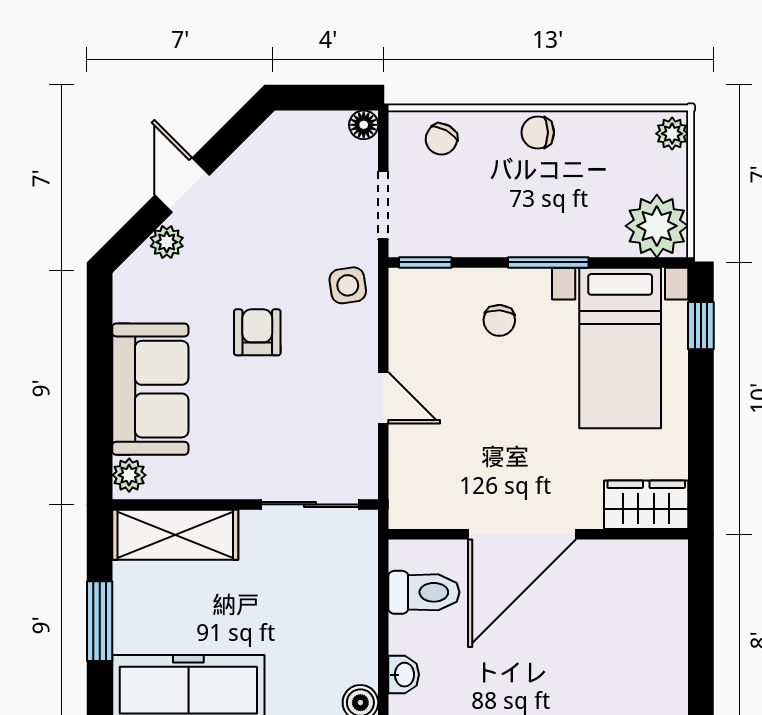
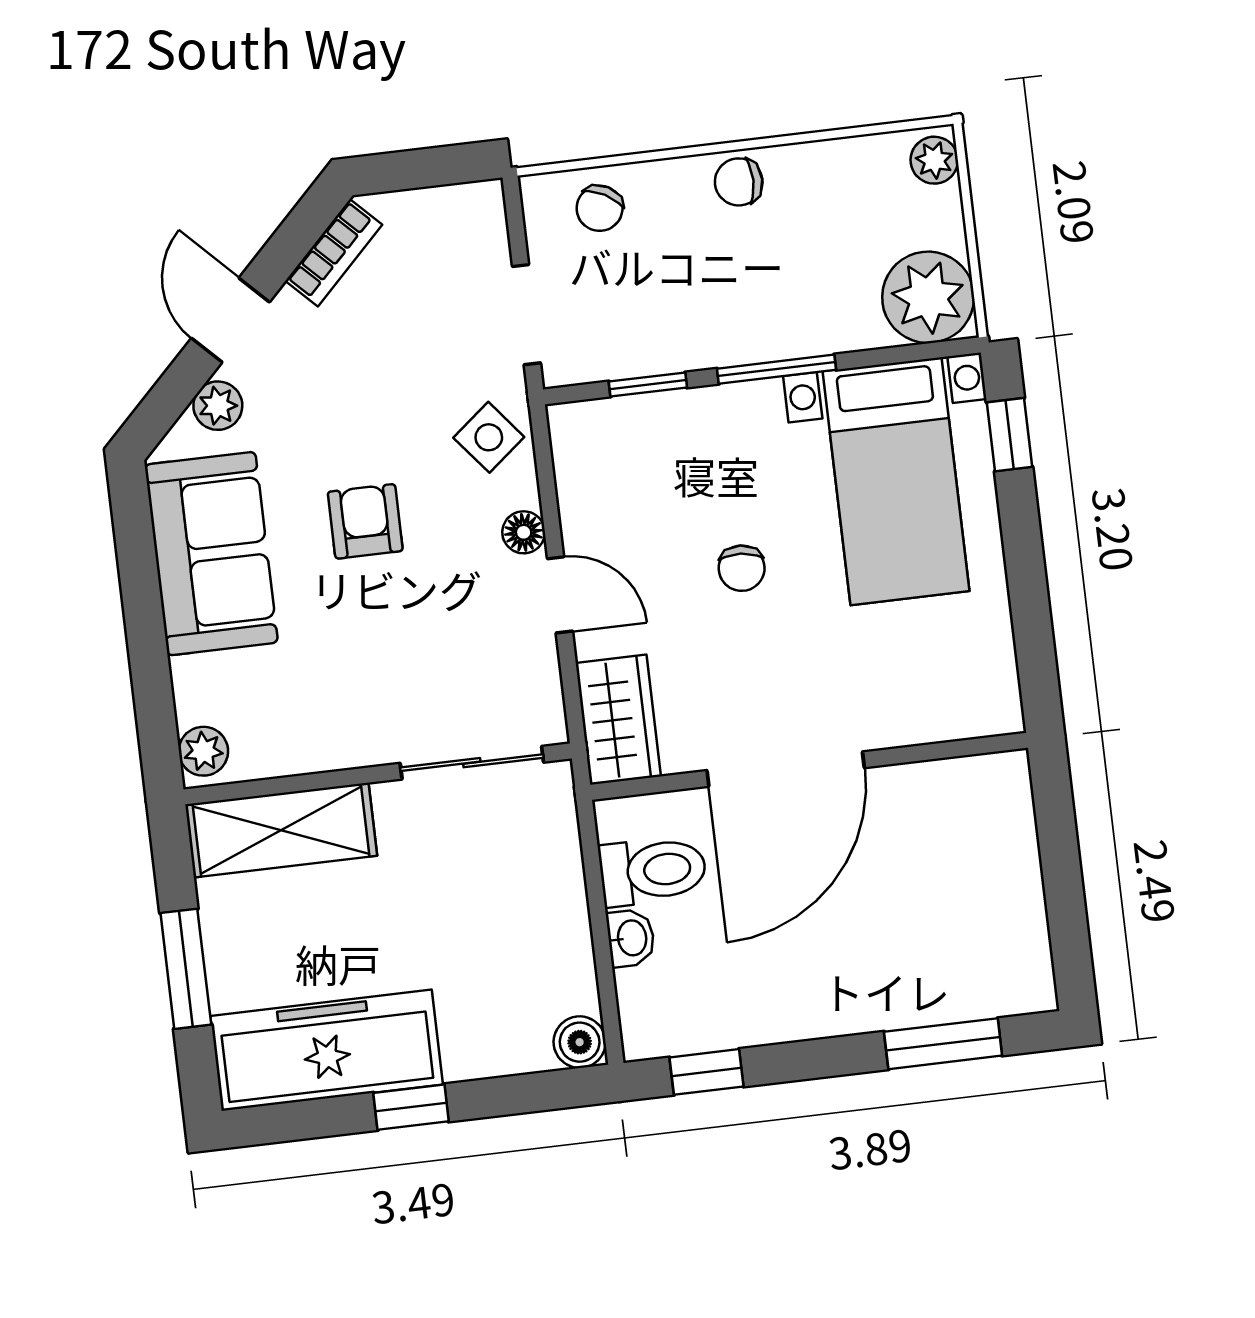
floor lamp: (364, 125) -> (524, 532), moved
bookcase: (258, 148) -> (334, 253), added
window: (425, 262) -> (648, 384), moved
side table: (348, 285) -> (489, 437), turned -31
chair: (499, 320) -> (742, 568), moved
sofa: (150, 389) -> (211, 554), moved
wardrobe: (646, 505) -> (618, 720), moved, turned 90
washbasin: (404, 675) -> (631, 938), moved

